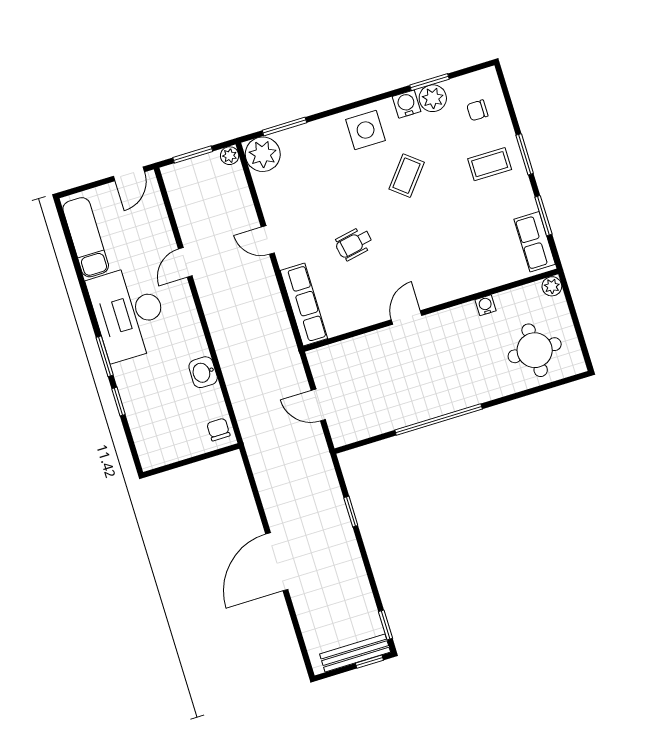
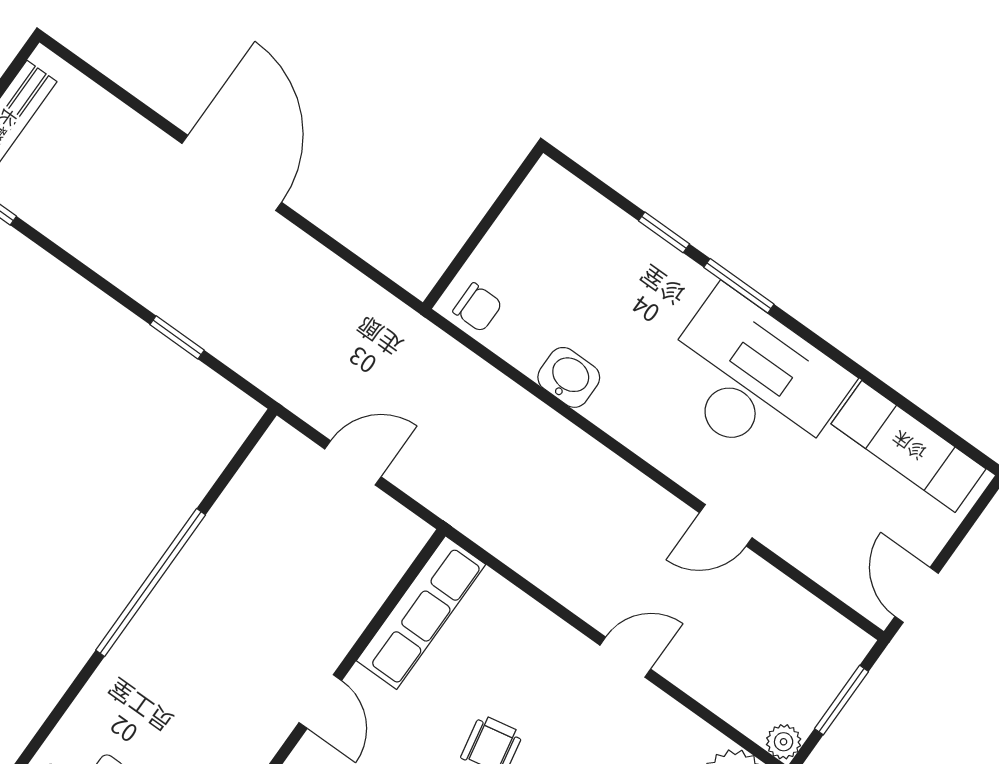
door: (185, 262) -> (726, 525), swing flipped
row of seats: (304, 305) -> (421, 613), moved, turned -90

